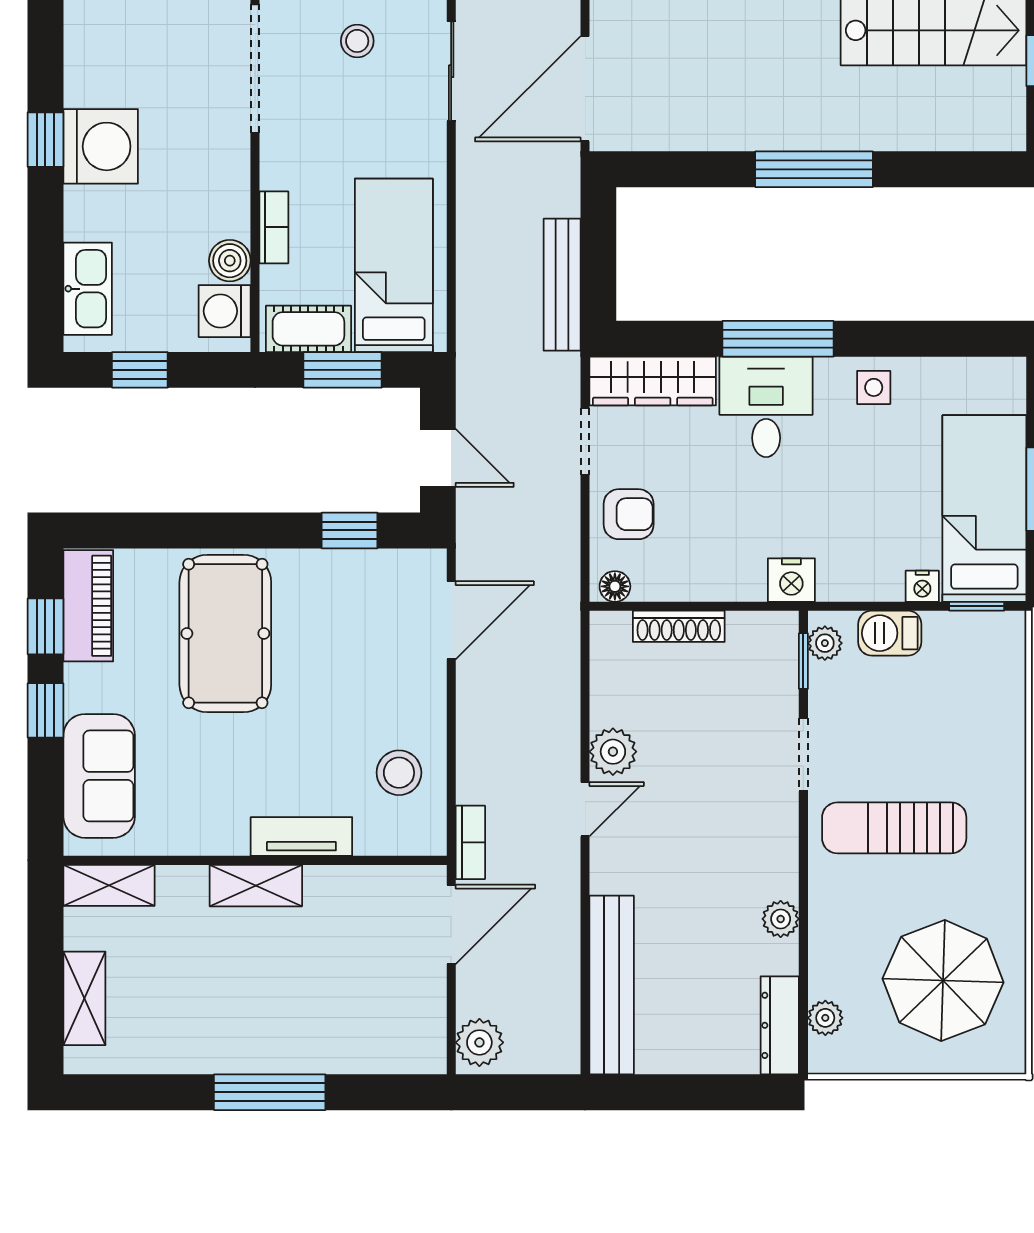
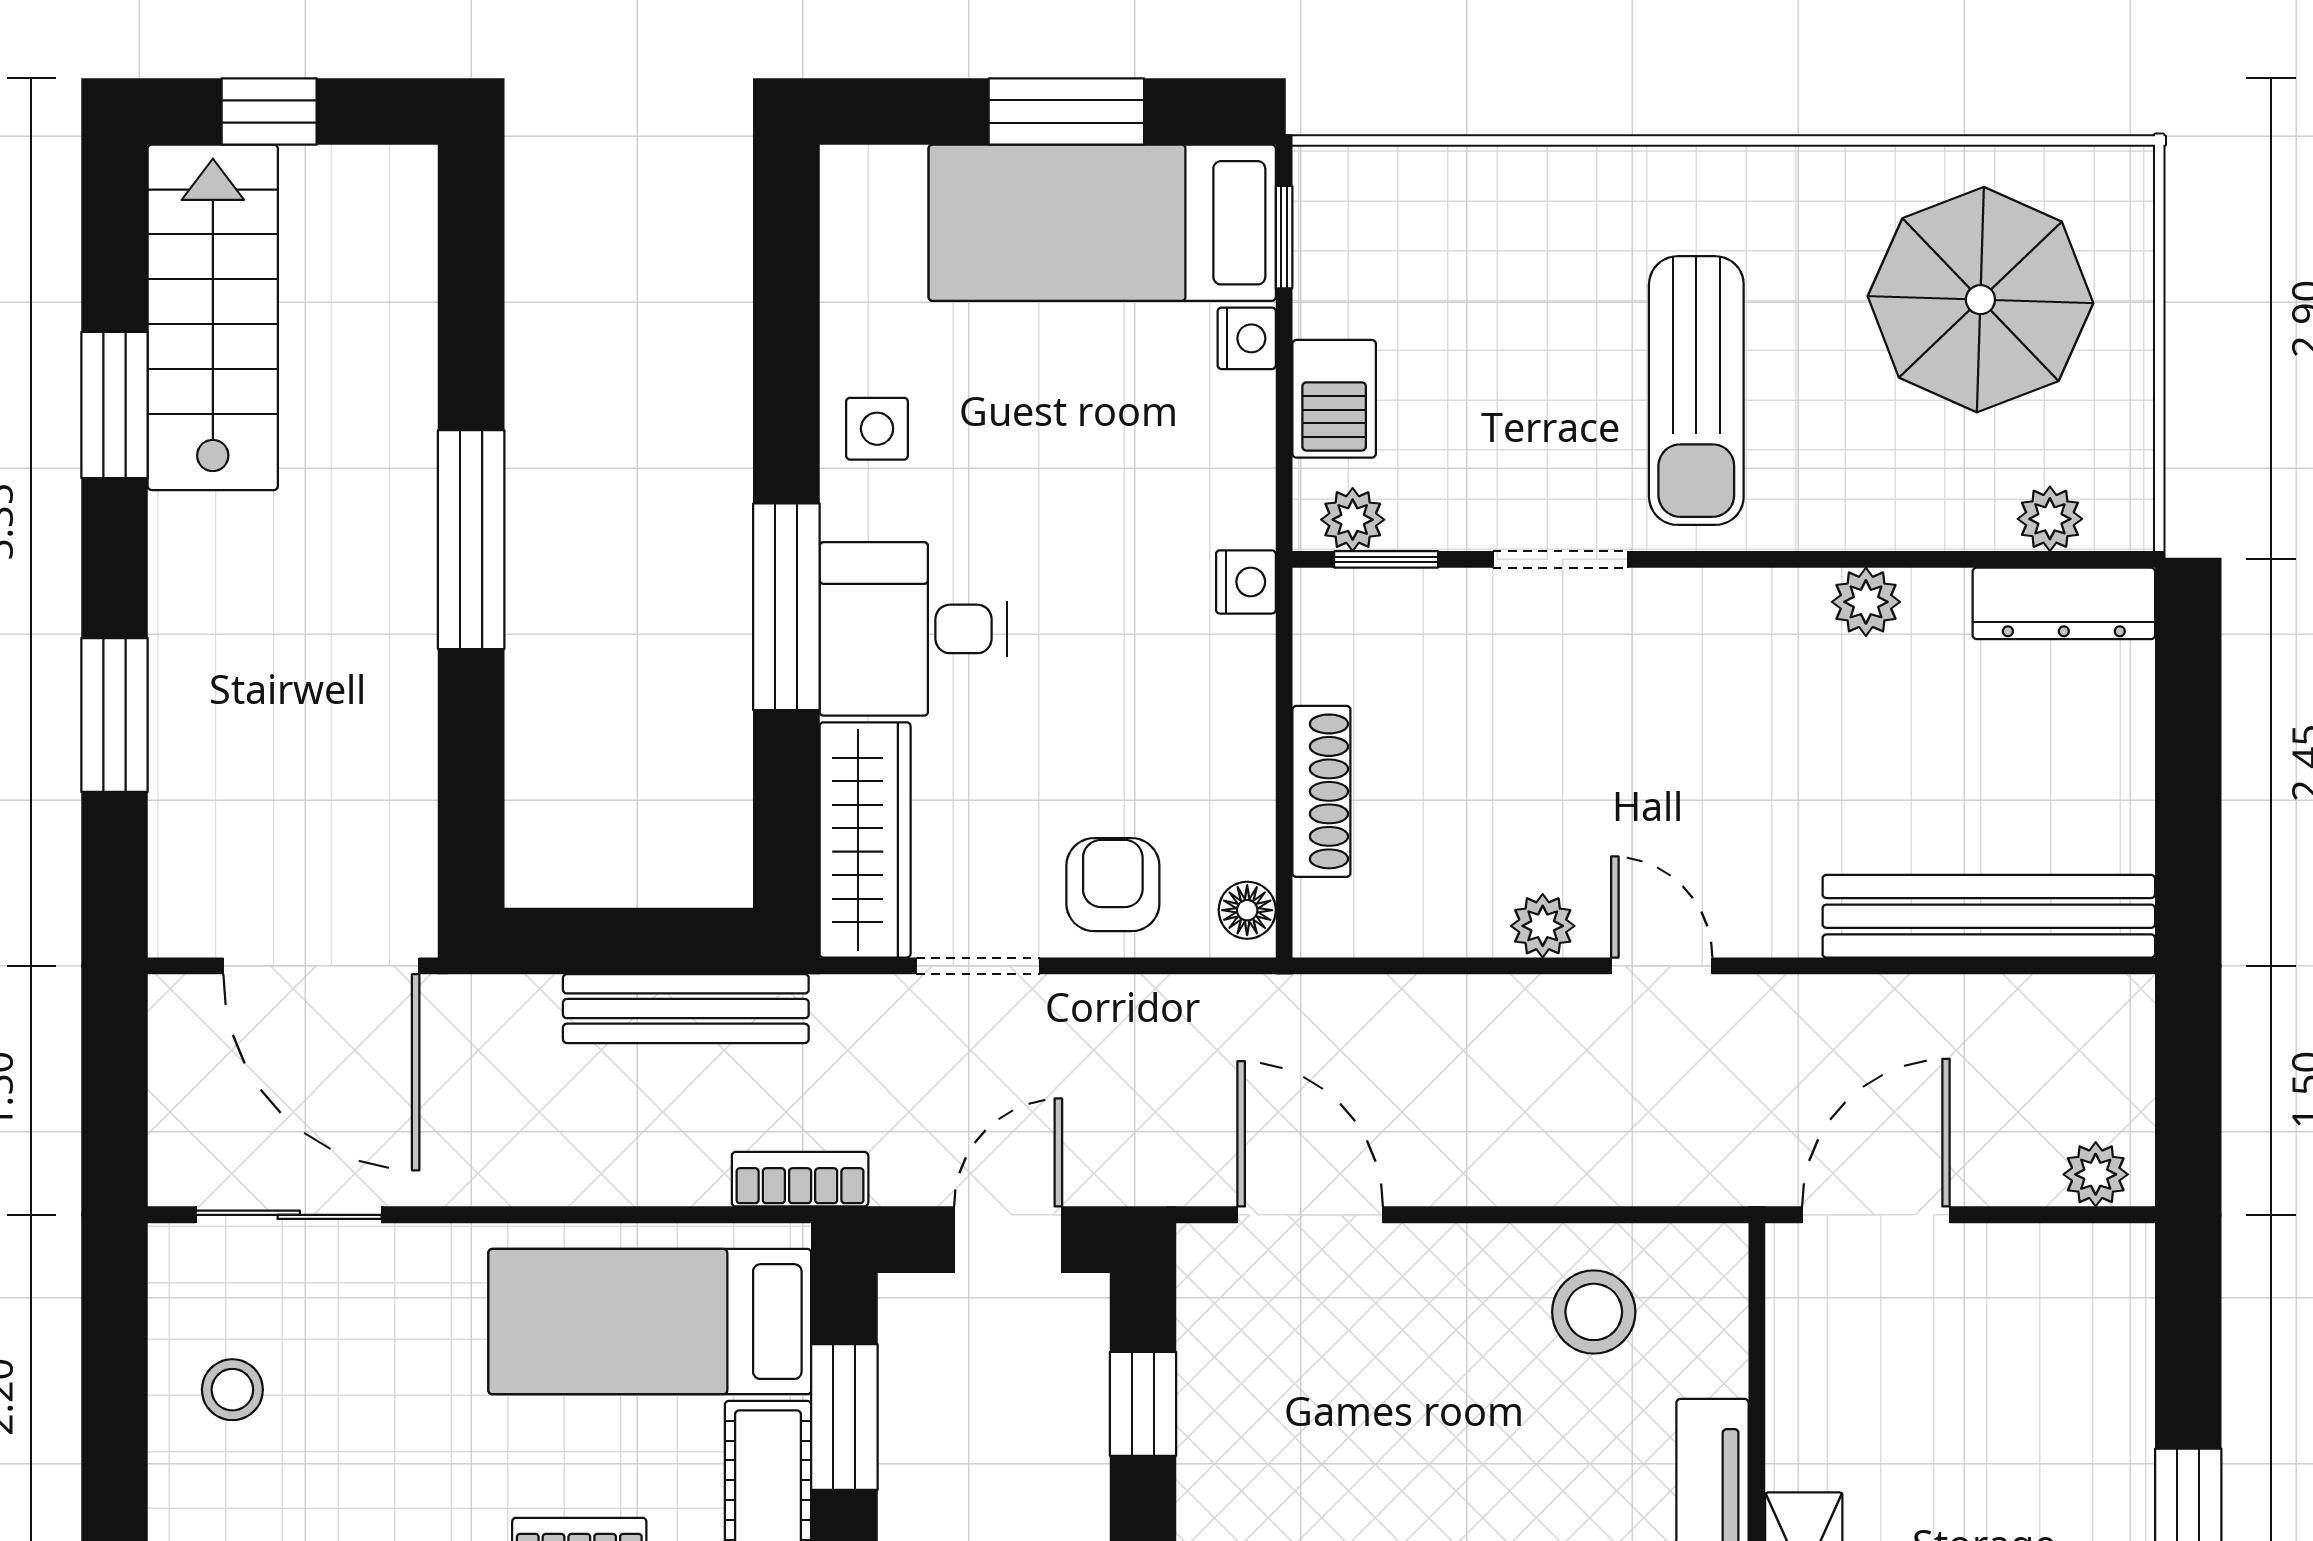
nightstand: (791, 580) -> (1246, 582), width x0.72, depth x0.74
plant: (613, 752) -> (1543, 926), width x0.73, depth x0.73
bookcase: (470, 842) -> (800, 1179), moved
door: (451, 924) -> (1876, 1215), hinge flipped
plant: (479, 1042) -> (2096, 1174), width x0.73, depth x0.73

